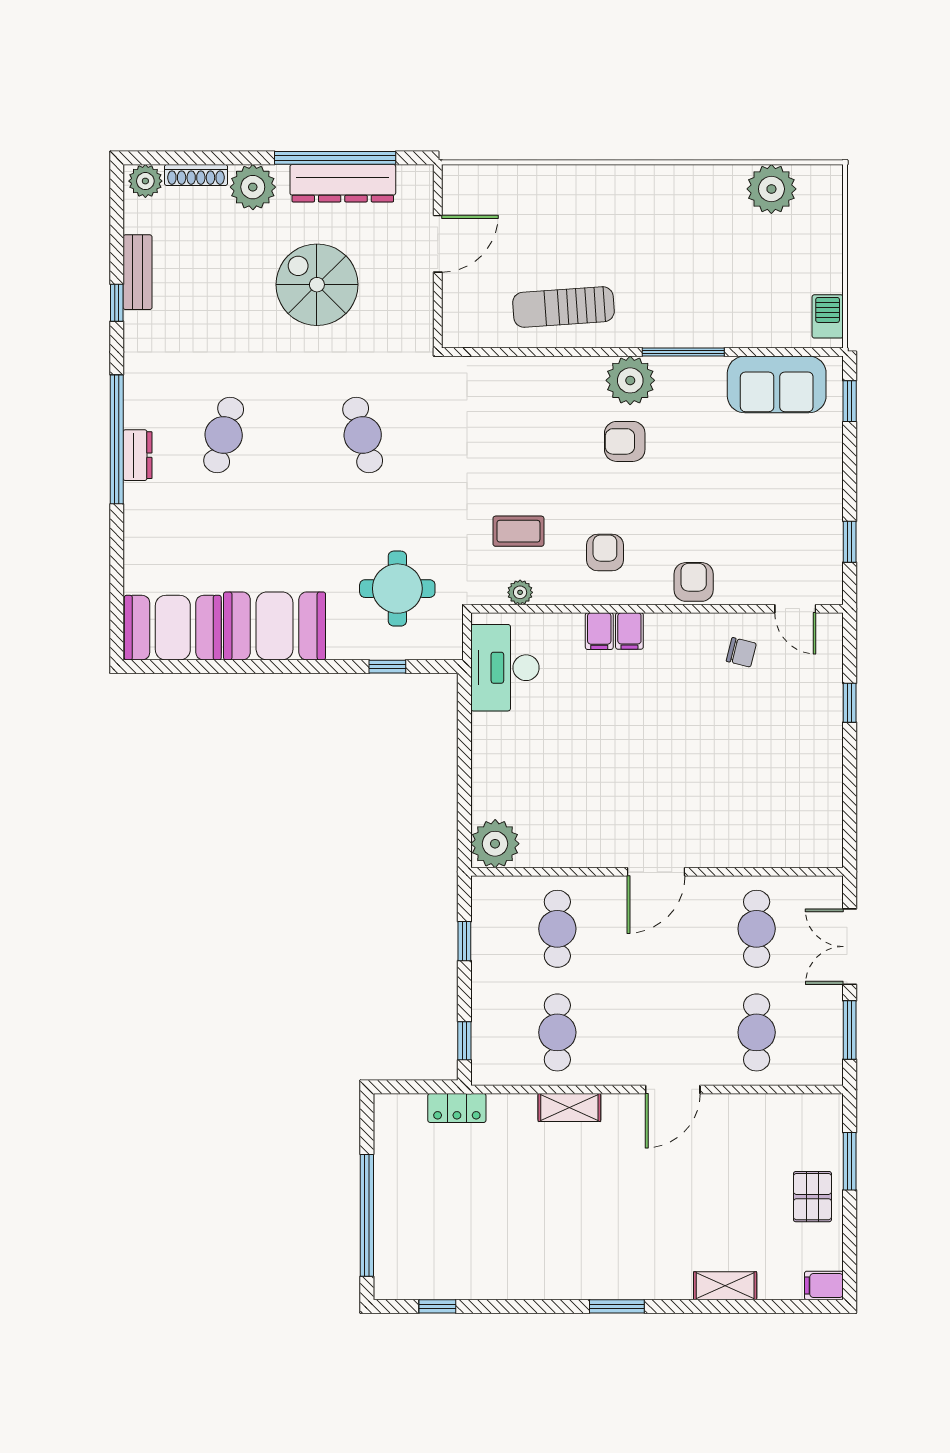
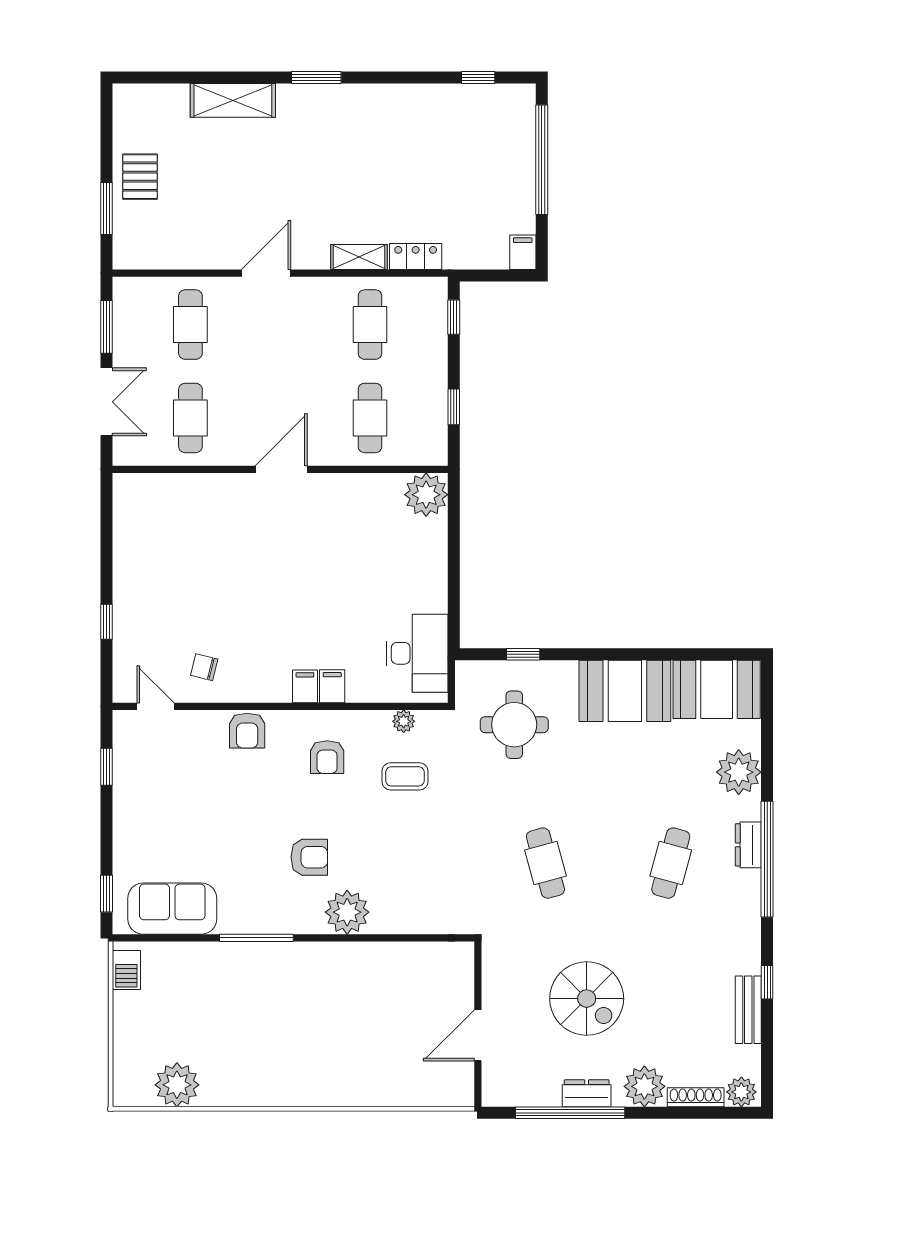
dresser: (343, 183) -> (587, 1093), width x0.51, depth x0.80
sun lounger: (563, 307) -> (364, 978), removed
plant: (630, 380) -> (347, 912), moved
plant: (148, 536) -> (739, 772), added
locker: (457, 1108) -> (416, 256), moved
filing cabinet: (824, 1285) -> (523, 252), moved, turned -90
shelving: (725, 1286) -> (233, 100), width x1.50, depth x1.33

